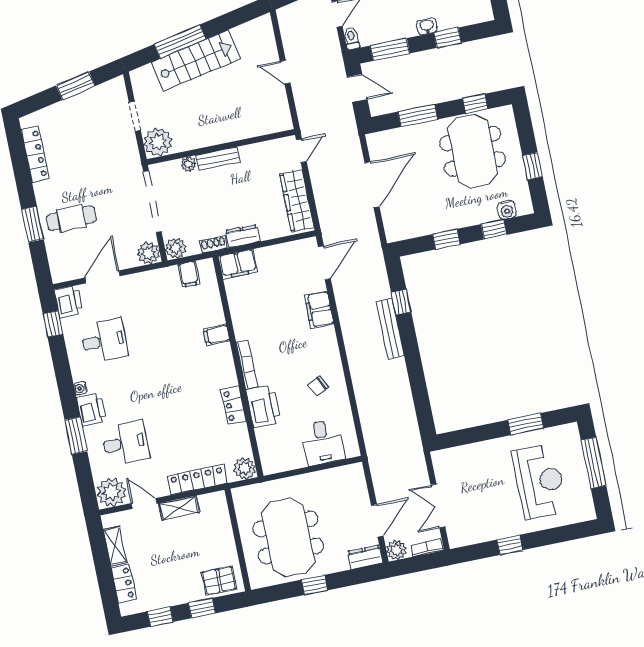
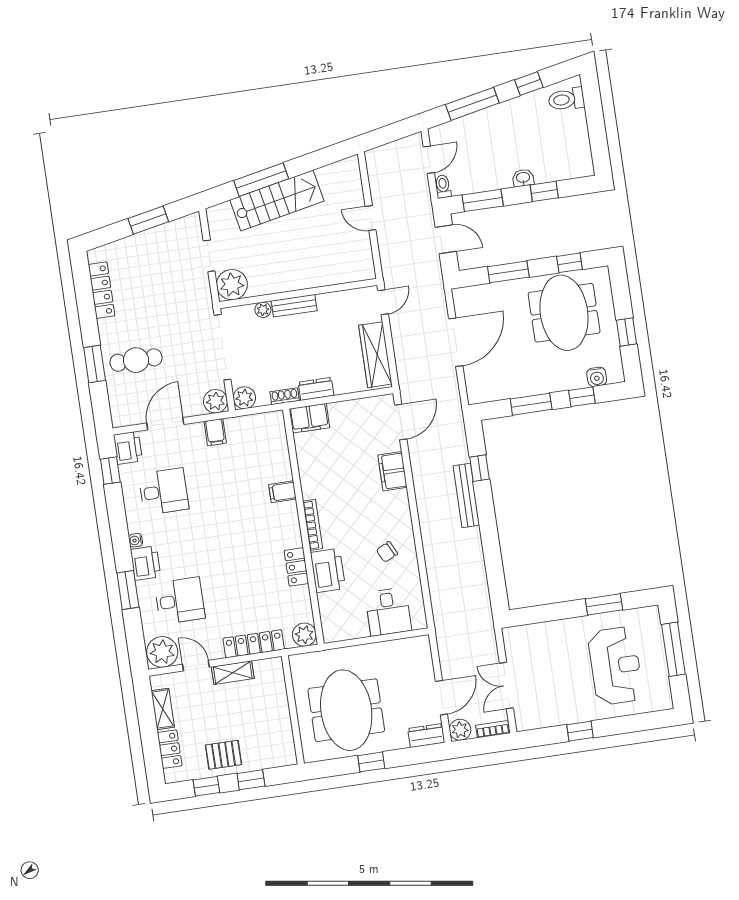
window: (446, 239) -> (531, 404), width x1.50
filing cabinet: (189, 274) -> (215, 432), moved
pallet: (219, 581) -> (223, 755), moved

